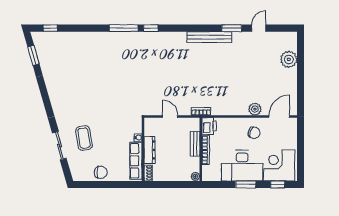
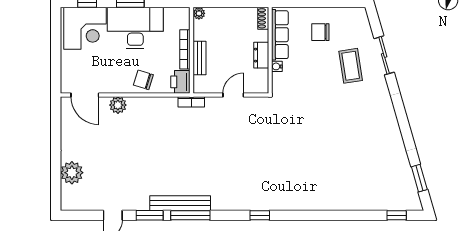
window: (124, 28) -> (190, 215), moved
door: (170, 116) -> (233, 95), swing flipped
door: (279, 116) -> (85, 95), hinge flipped
chair: (254, 133) -> (143, 80), moved
dresser: (150, 150) -> (261, 55), width x0.70
chair: (101, 172) -> (320, 32), moved

